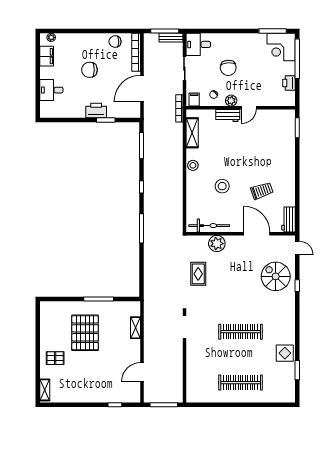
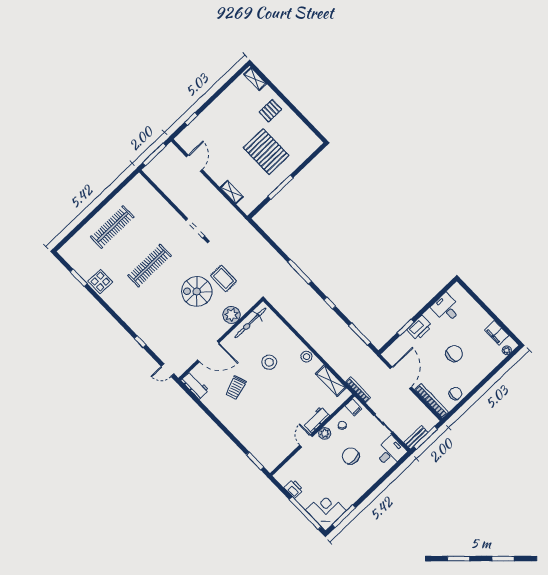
desk: (51, 90) -> (446, 308), moved, turned -90
spiral stairs: (276, 276) -> (197, 292), moved, turned 180

